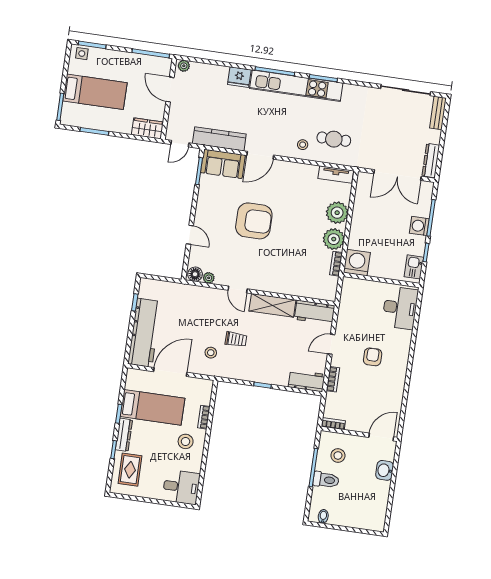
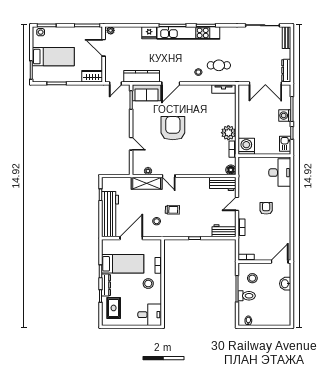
plant: (337, 213) -> (228, 115), removed
armchair: (254, 221) -> (173, 128), turned -90
floor lamp: (195, 274) -> (231, 170), moved
shelving: (272, 305) -> (147, 183), moved

